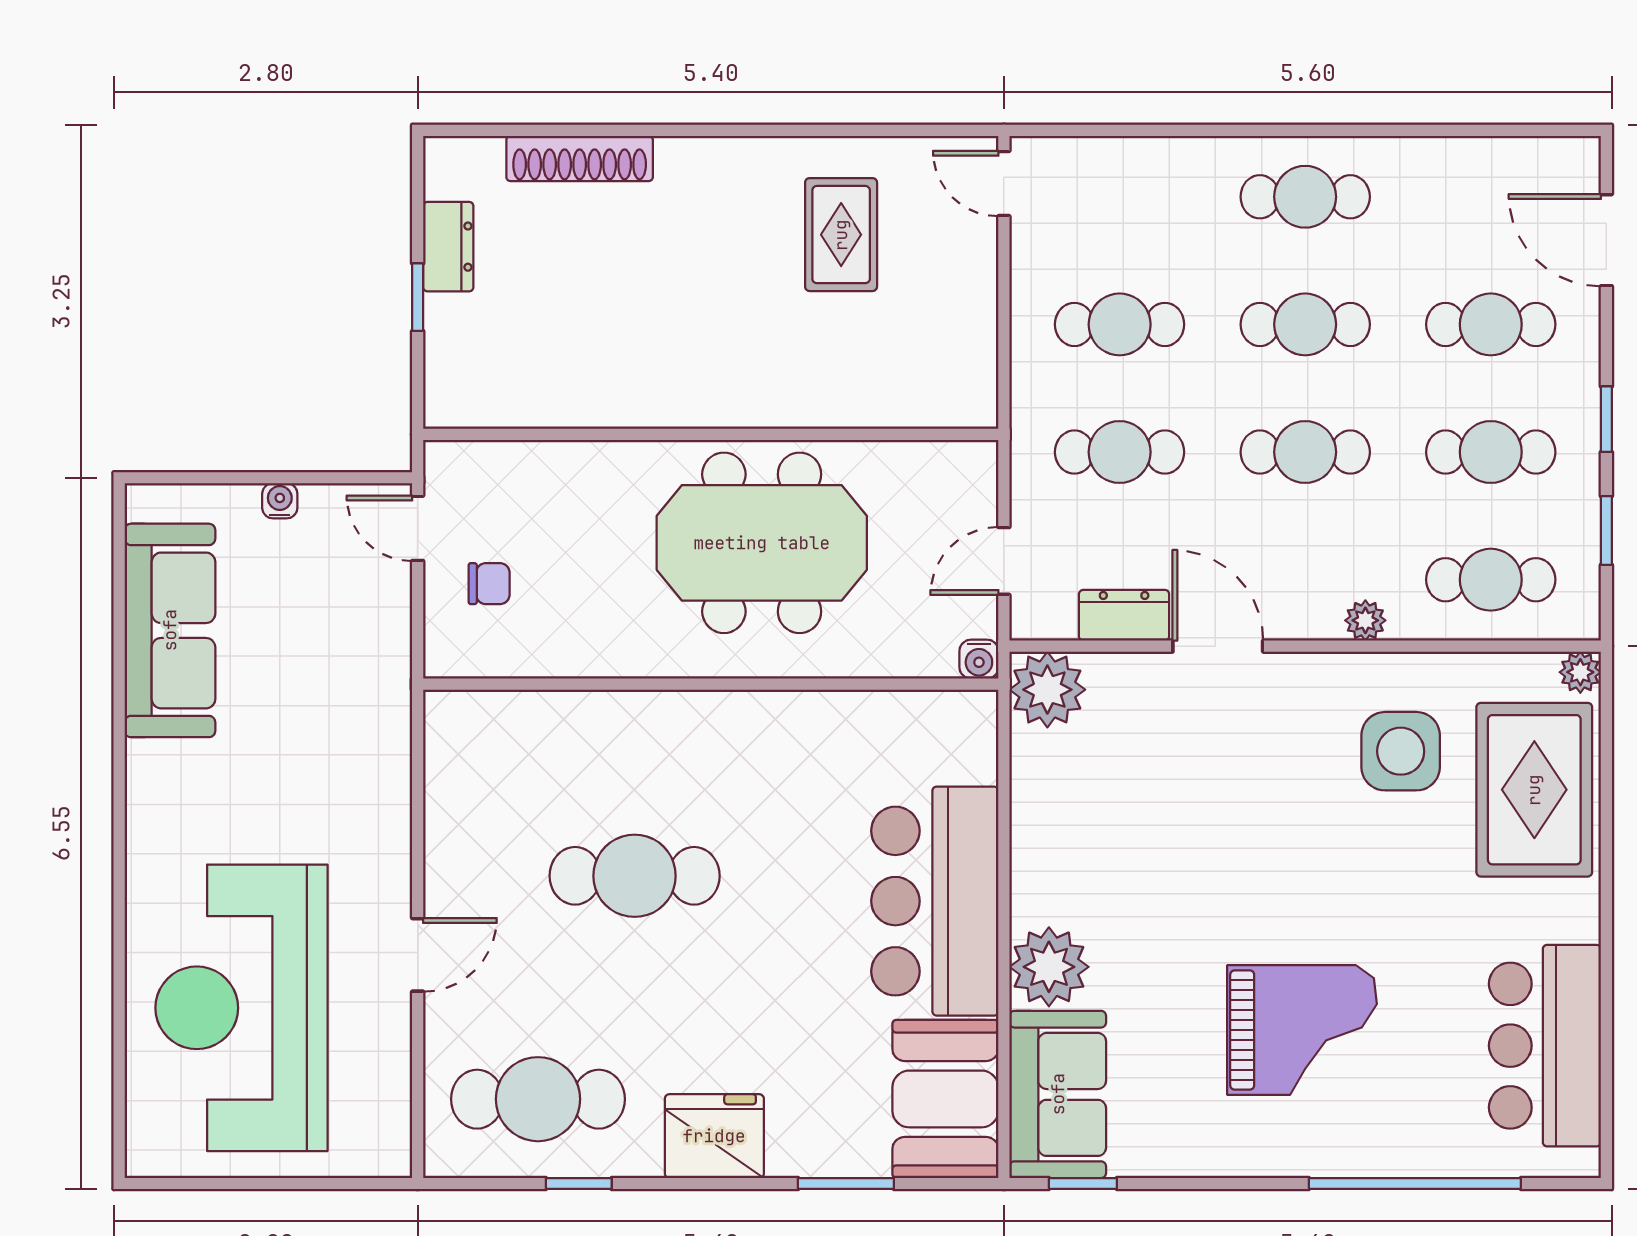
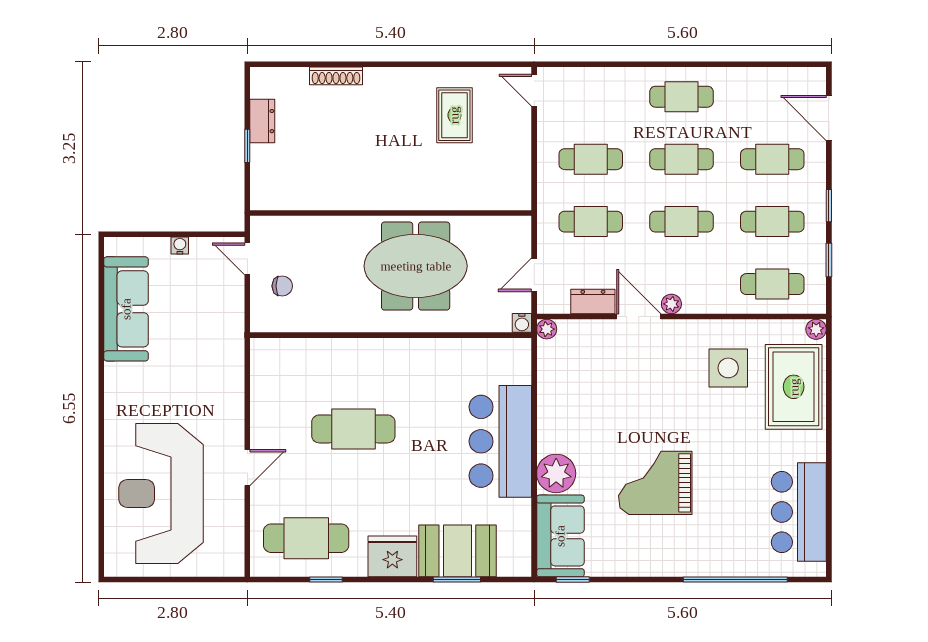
shoe rack: (580, 158) -> (336, 76), width x0.74, depth x0.81
plant: (1365, 620) -> (671, 304), moved
plant: (1047, 690) -> (547, 329), width x0.53, depth x0.53
grand piano: (1302, 1030) -> (655, 483), moved, turned 180
booth: (945, 1099) -> (457, 551), moved, turned 90

